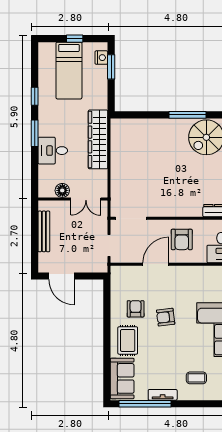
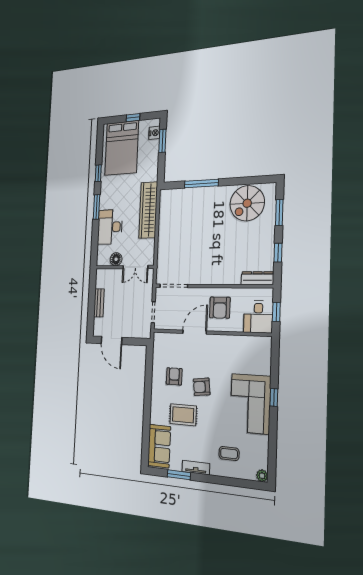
bed: (69, 71) -> (122, 148), width x1.50
window: (188, 115) -> (201, 184), moved
desk: (53, 151) -> (110, 227), width x1.37
bench: (44, 231) -> (99, 303), width x0.73
rug: (128, 340) -> (183, 415), moved, turned 90
window: (145, 404) -> (179, 475), width x0.47

